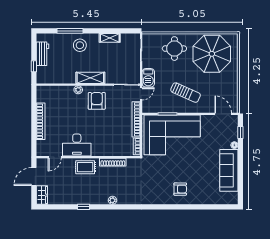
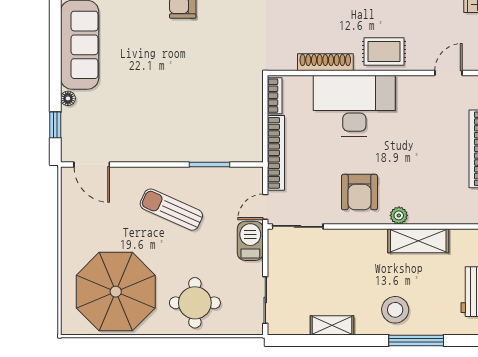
shelving: (90, 78) -> (418, 241), moved
corner sofa: (172, 135) -> (200, 120), removed
desk: (77, 145) -> (354, 106), moved, width x1.36, depth x1.30

